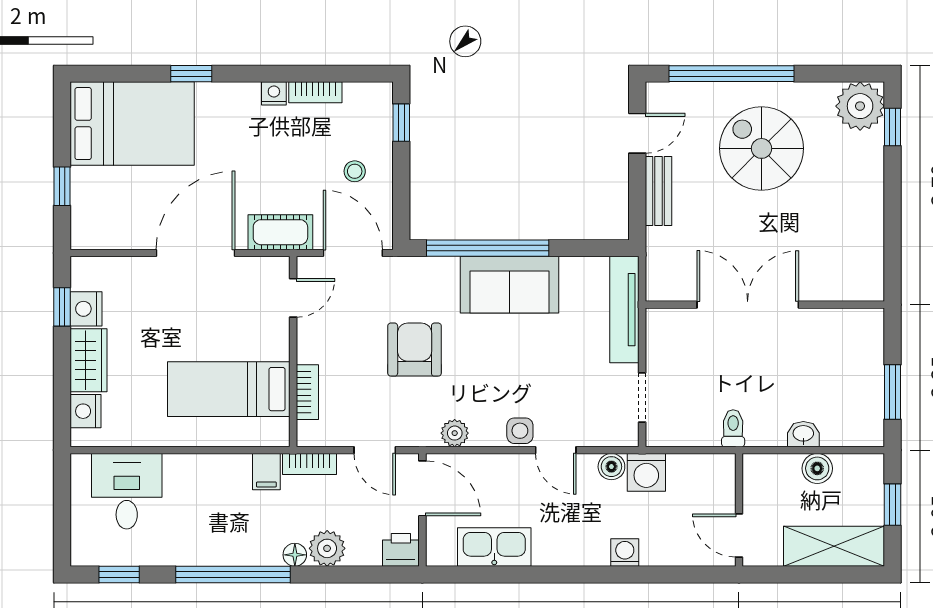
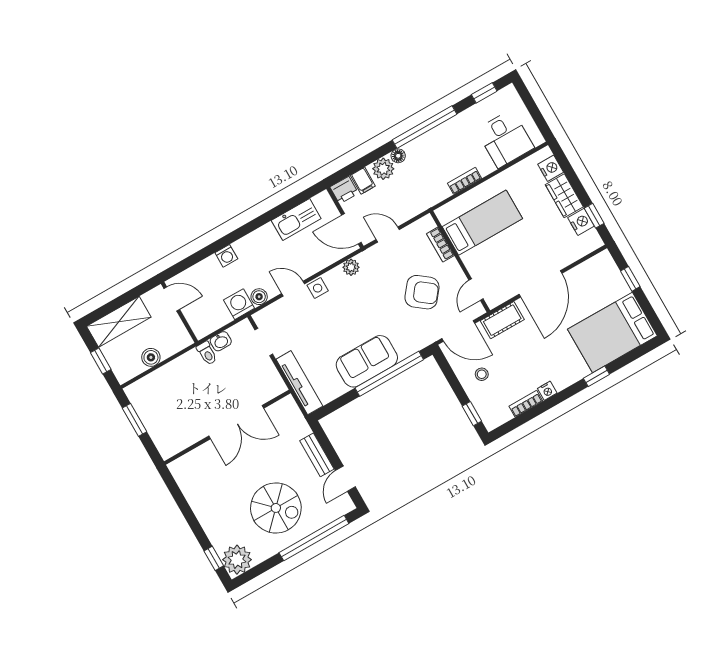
armchair: (415, 350) -> (422, 292), moved, turned -52
washbasin: (803, 434) -> (221, 341), moved
bookcase: (310, 464) -> (465, 181), moved
filing cabinet: (266, 472) -> (363, 181), moved, turned 180

